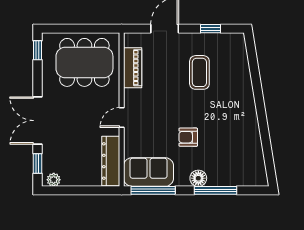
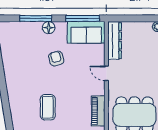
door: (122, 117) -> (106, 73), swing flipped
armchair: (188, 137) -> (56, 59), turned -106

